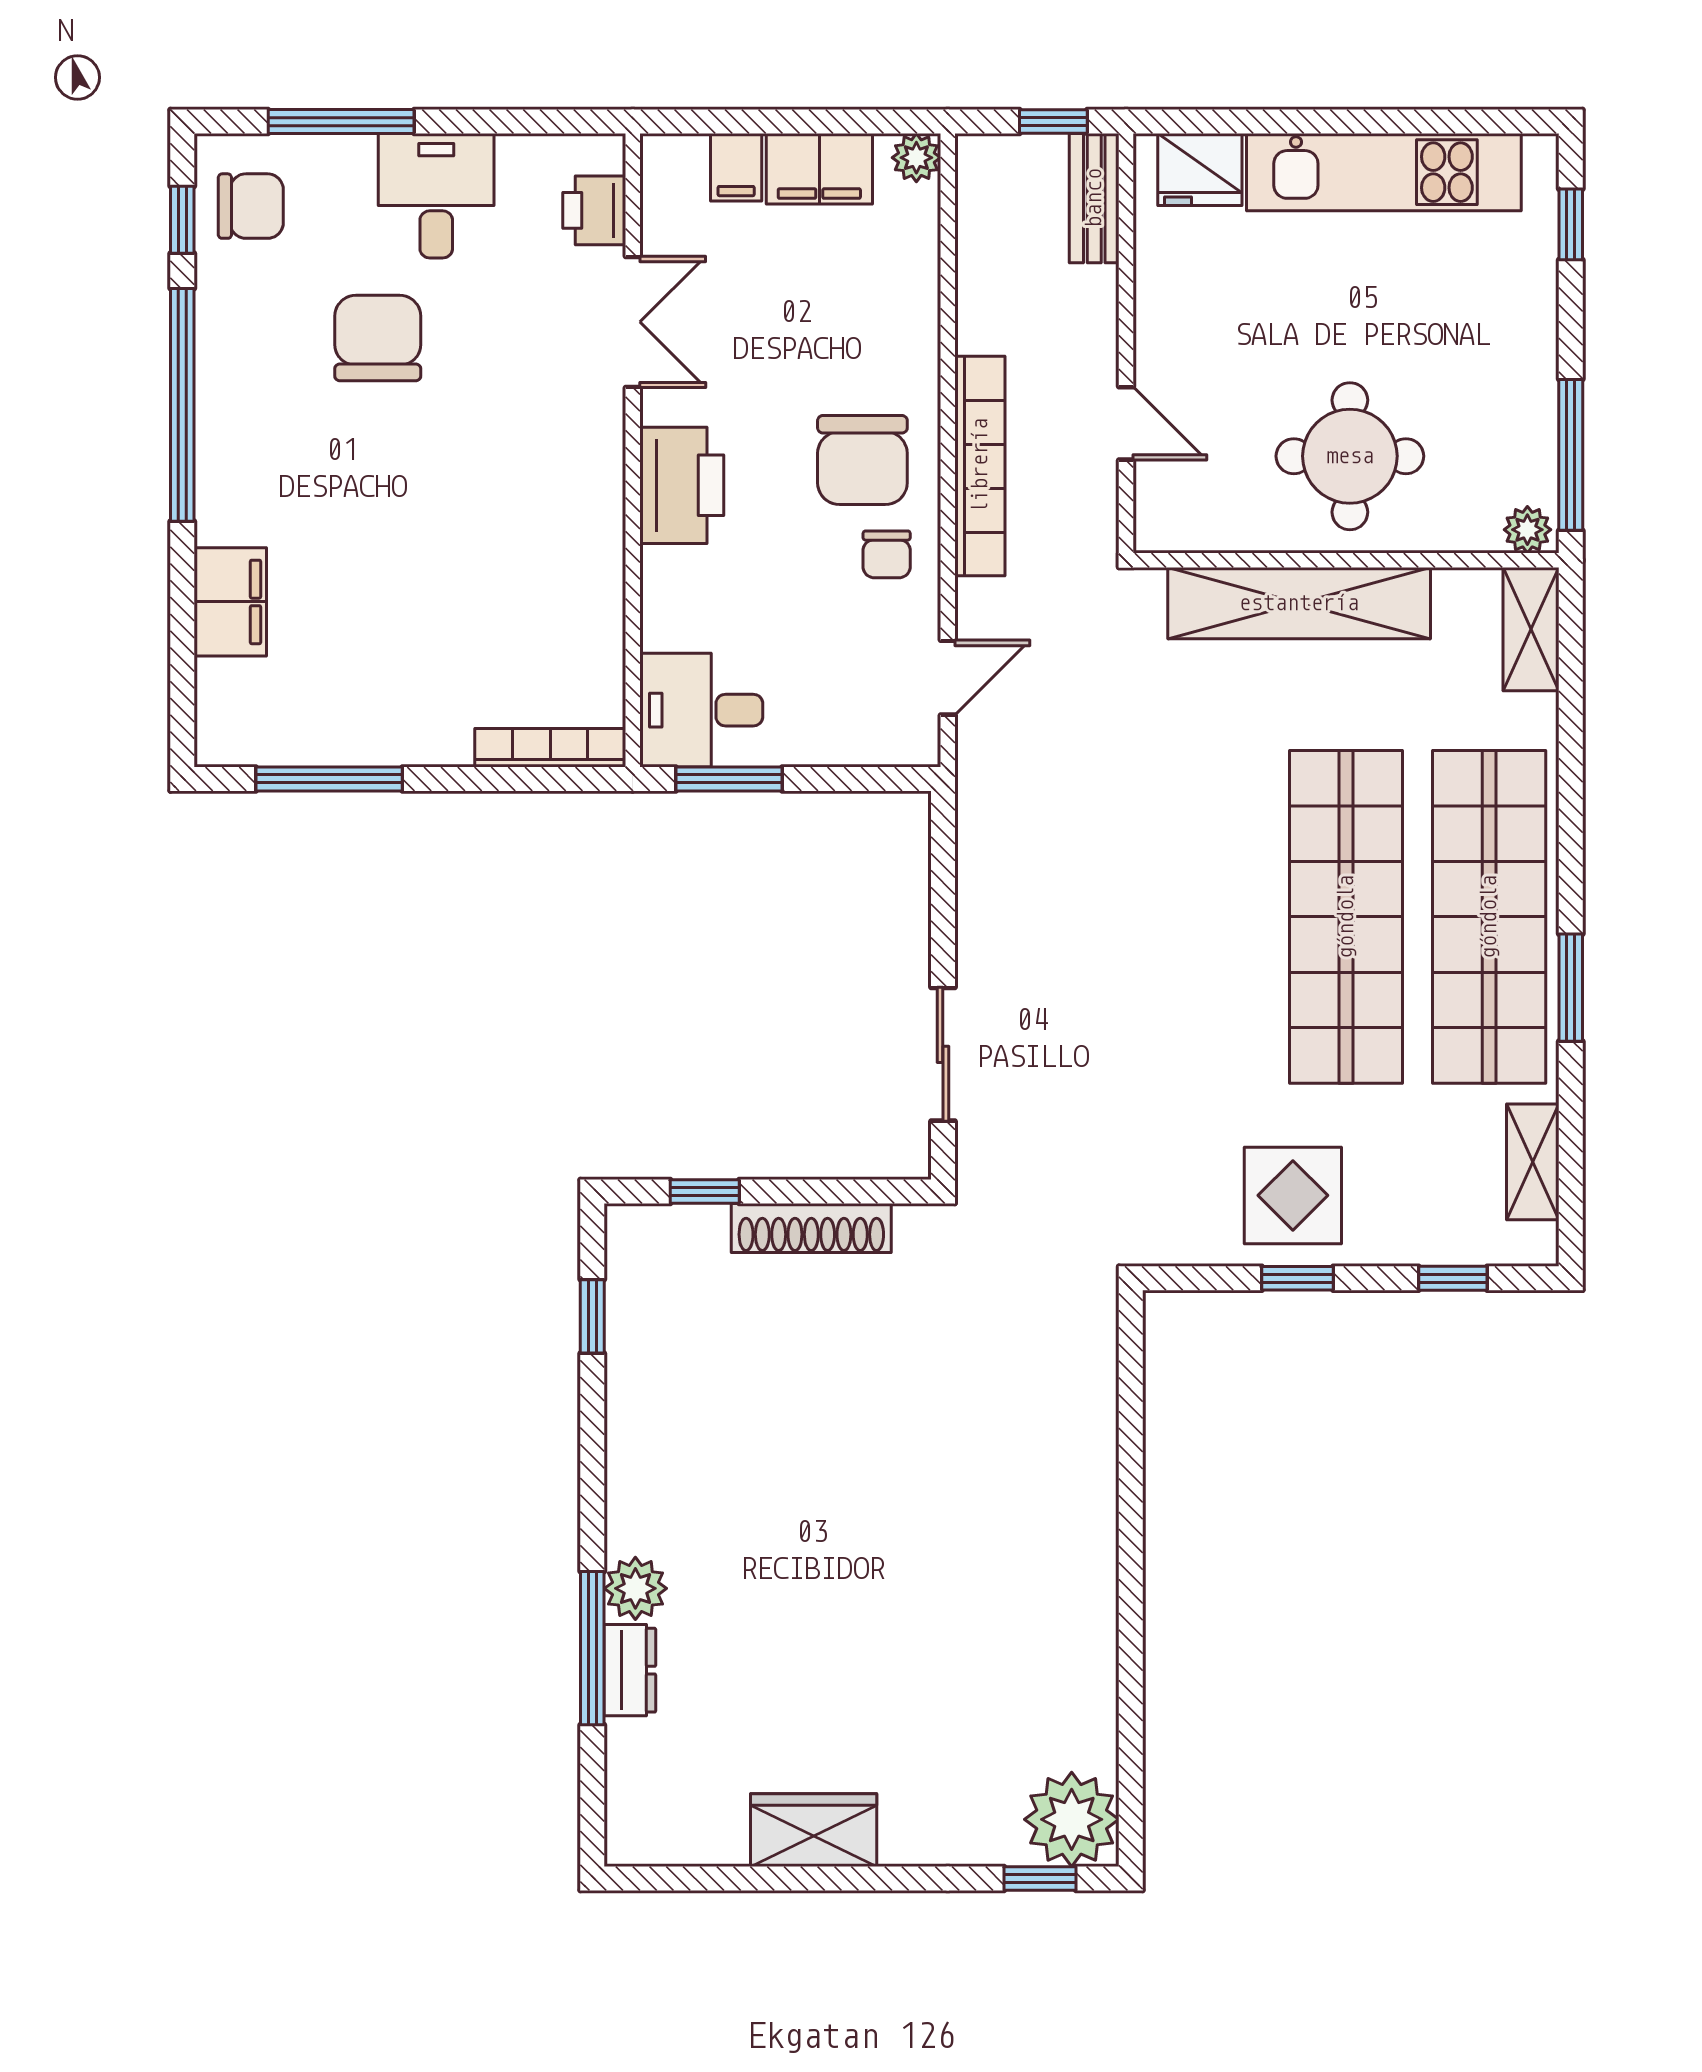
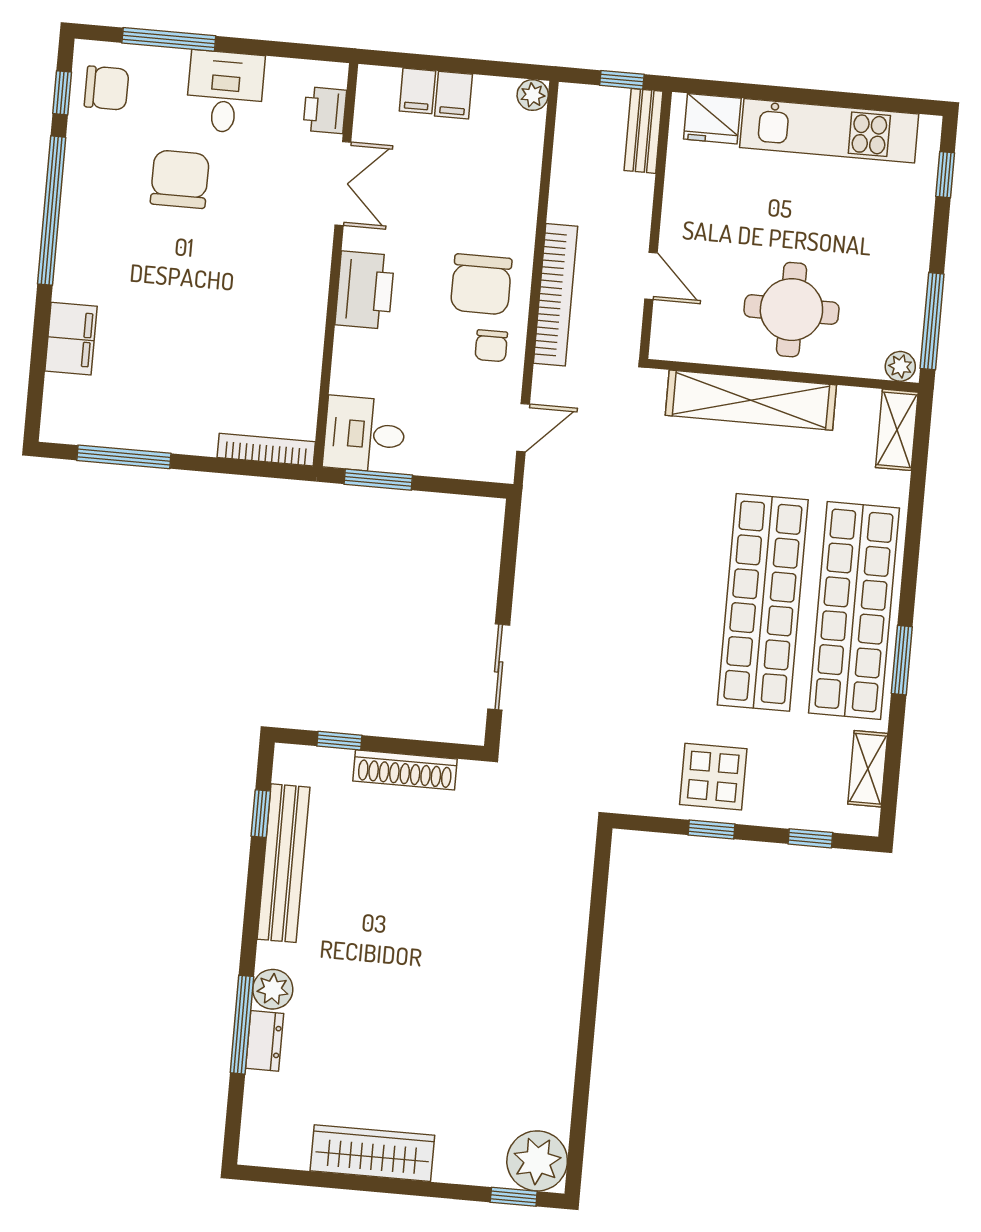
filing cabinet: (819, 169) -> (453, 95), width x0.50
bench: (635, 1390) -> (283, 863), added
wardrobe: (814, 1830) -> (372, 1153), width x1.50

